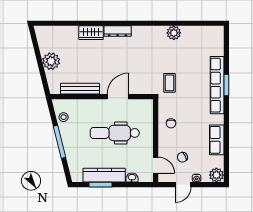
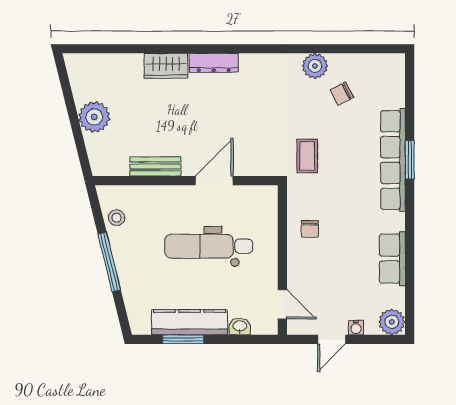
bench: (80, 89) -> (155, 166), width x0.73
chair: (182, 157) -> (342, 94), moved

